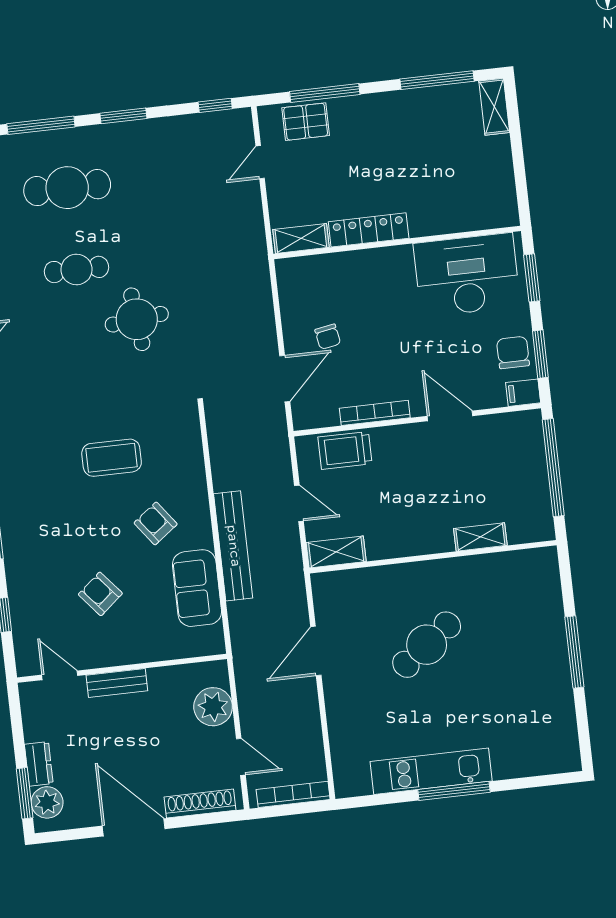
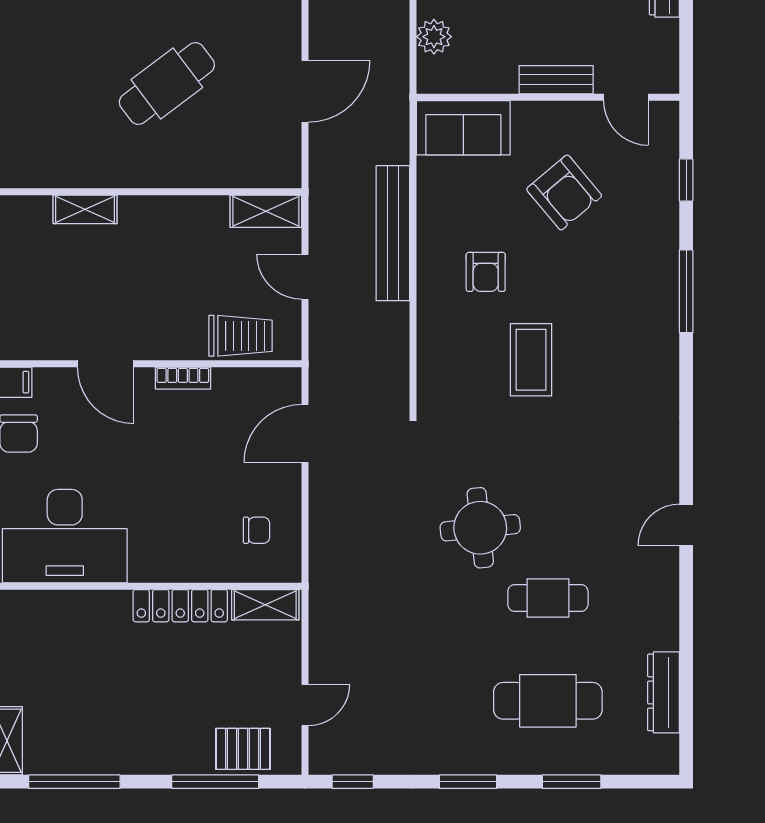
window: (41, 125) -> (572, 782), width x0.69
chair: (328, 337) -> (256, 530), moved, turned 100
bookcase: (375, 413) -> (183, 378), width x0.64
coffee table: (112, 458) -> (531, 360), turned 90
armchair: (156, 523) -> (486, 272), turned 37
sofa: (197, 588) -> (463, 128), moved, turned 90
armchair: (100, 594) -> (564, 192), width x1.38, depth x1.38
plant: (213, 707) -> (434, 37), width x0.73, depth x0.73

